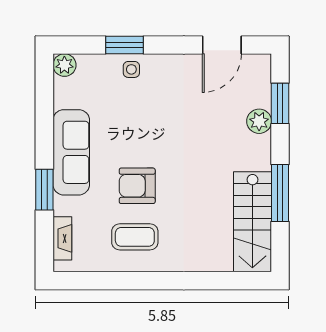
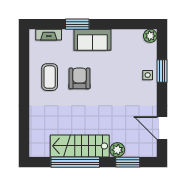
sofa: (71, 152) -> (92, 40), width x0.73
window: (280, 193) -> (75, 162), width x1.46
stairs: (252, 222) -> (80, 146), moved

